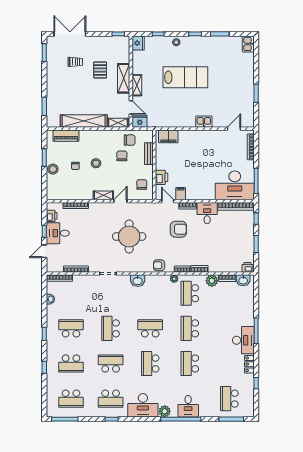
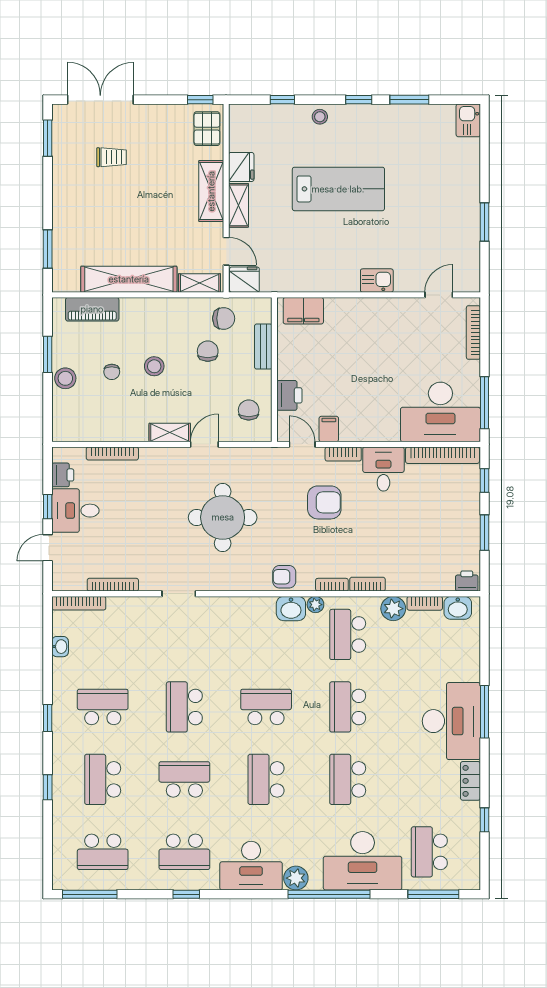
fridge: (138, 43) -> (241, 167), moved
pallet: (100, 70) -> (207, 129), moved
washbasin: (138, 281) -> (291, 609), moved
desk: (243, 340) -> (451, 721), width x1.36, depth x1.30
school desk: (71, 363) -> (103, 779), turned 90
desk: (188, 406) -> (363, 861), width x1.87, depth x1.30

